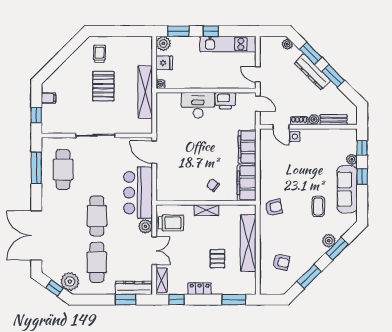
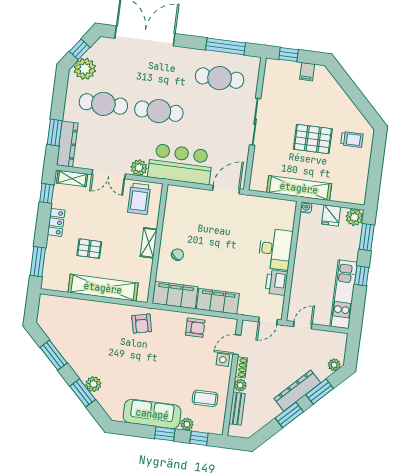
coffee table: (318, 207) -> (205, 398), moved
armchair: (281, 262) -> (195, 328), moved, turned -103

